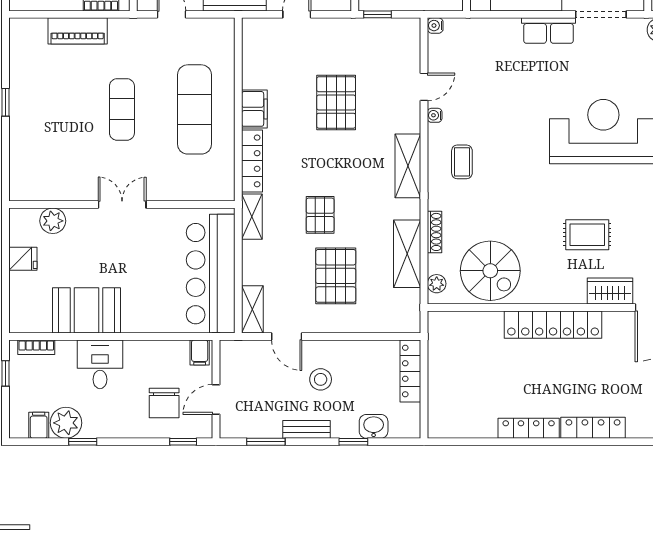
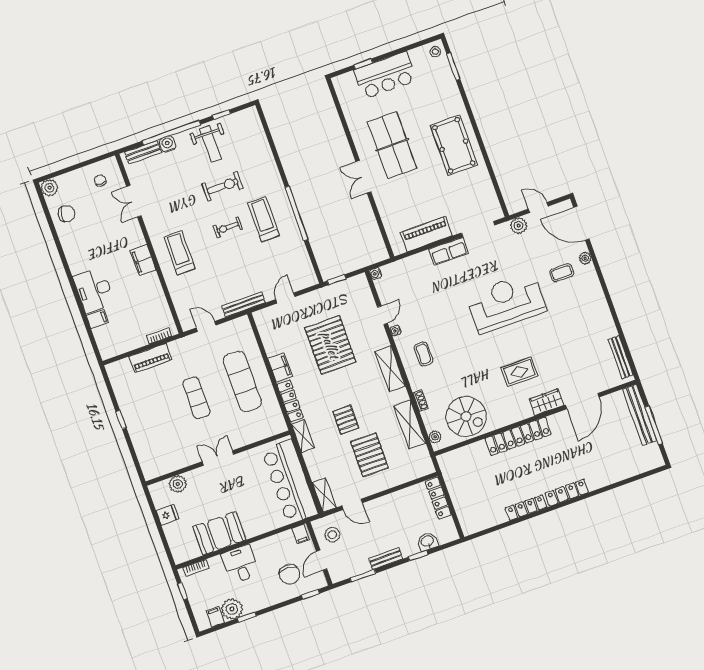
pallet: (336, 102) -> (330, 345), width x1.37, depth x1.41
shoe rack: (435, 232) -> (421, 401), width x0.70
stool: (321, 379) -> (332, 535), moved

